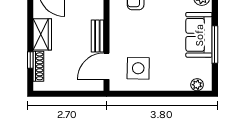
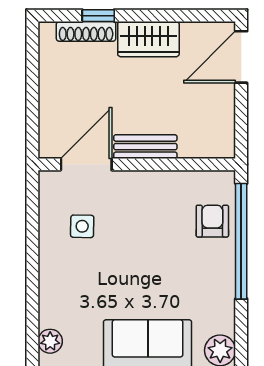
door: (106, 66) -> (86, 164), hinge flipped
side table: (138, 68) -> (82, 226), width x0.54, depth x0.54

